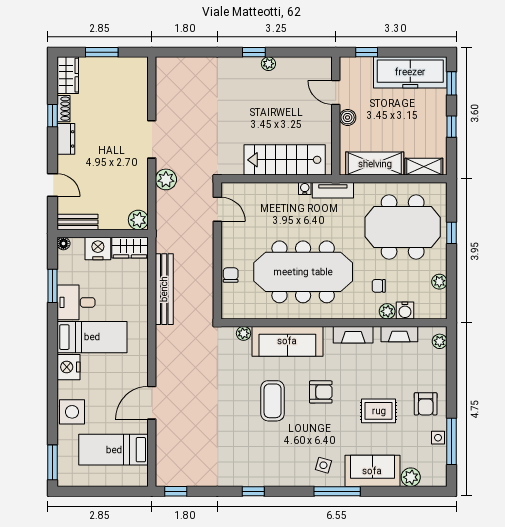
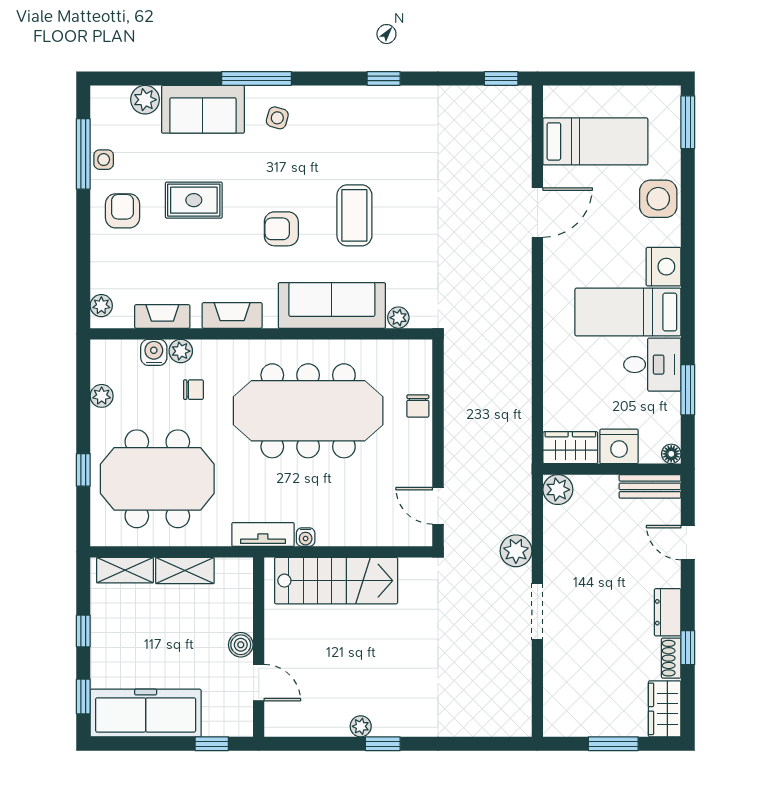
shelving: (375, 164) -> (185, 571), width x0.67, depth x0.75
bench: (164, 289) -> (518, 385), removed

